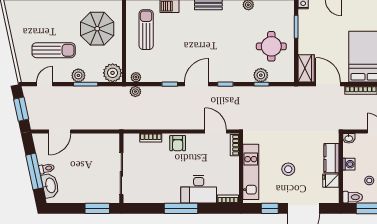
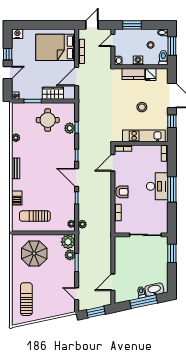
sun lounger: (54, 50) -> (26, 299), moved
wardrobe: (306, 68) -> (53, 93), moved
plant: (78, 75) -> (70, 255), moved
door: (60, 131) -> (113, 282), swing flipped
desk: (199, 189) -> (157, 186), moved

